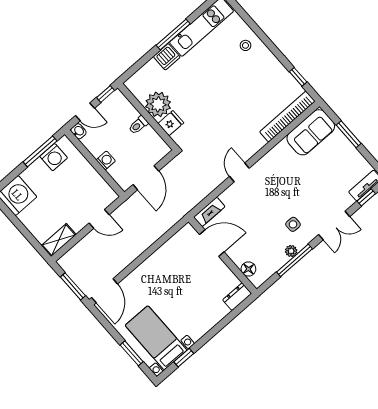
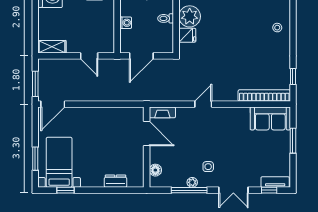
dresser: (237, 297) -> (116, 181), moved

